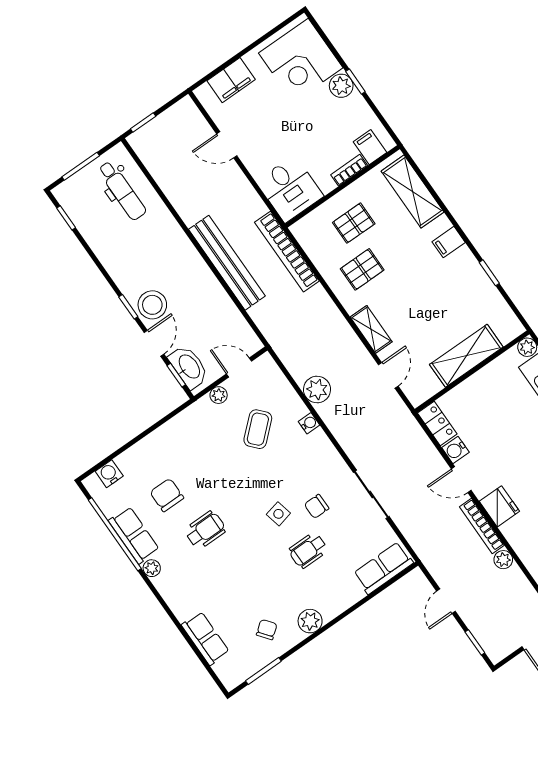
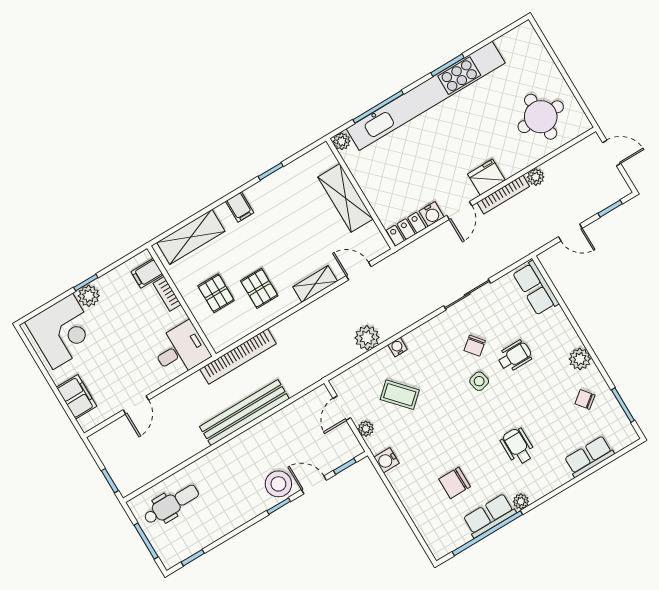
washbasin: (189, 367) -> (338, 454), removed
water cooler: (109, 474) -> (387, 460), moved
chair: (317, 506) -> (475, 346), turned 51
wheelchair: (205, 530) -> (518, 446), moved
wheelchair: (308, 550) -> (515, 356), turned -90

